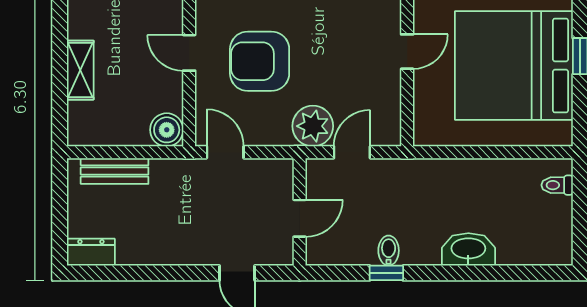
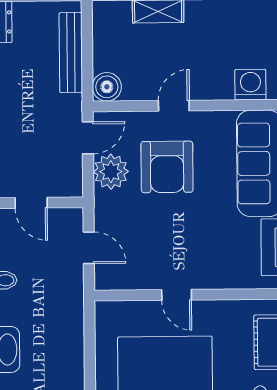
armchair: (260, 61) -> (167, 167), turned 180
plant: (313, 126) -> (111, 172), moved
bench: (115, 171) -> (71, 53), width x1.36

